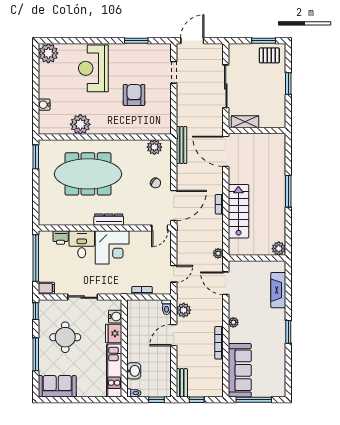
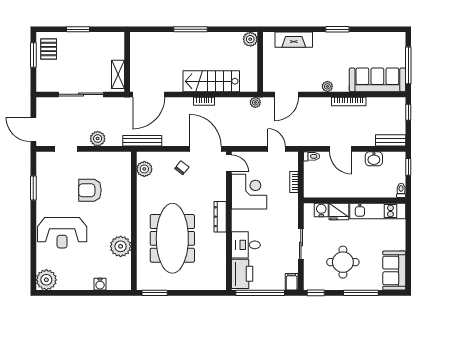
printer: (61, 238) -> (242, 274), width x1.87, depth x1.48
corner desk: (112, 247) -> (249, 192), moved
plant: (184, 310) -> (98, 139), moved
washbasin: (134, 371) -> (374, 159), moved, turned 180
window: (197, 400) -> (408, 112), moved

